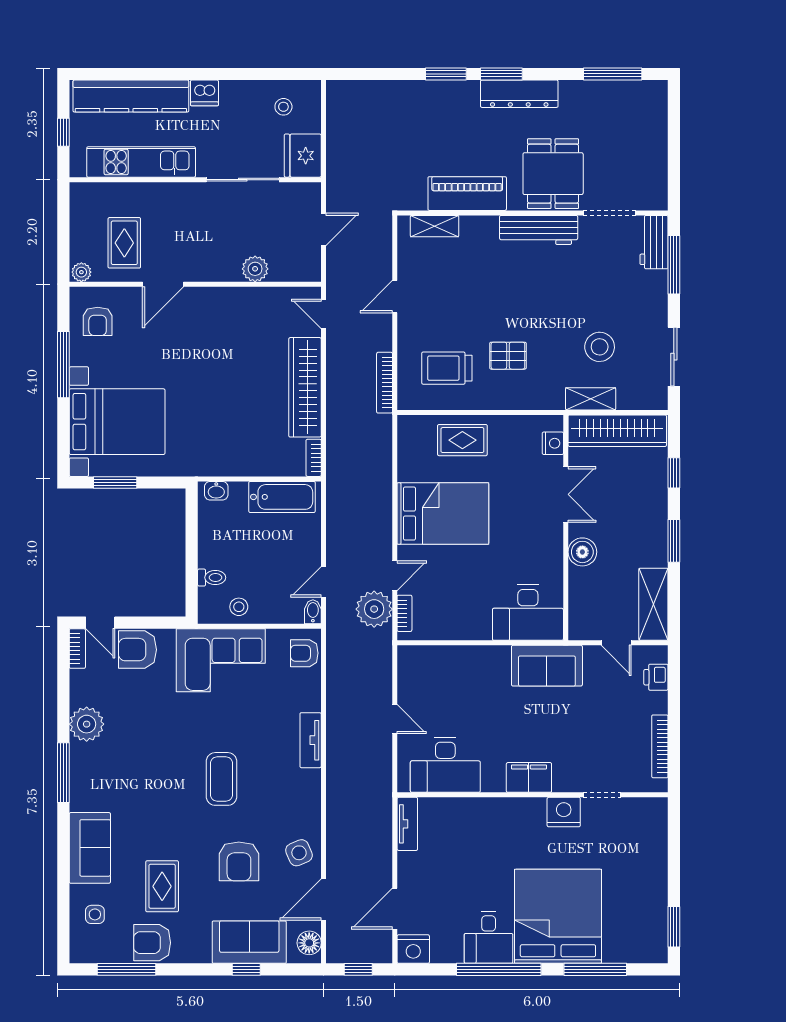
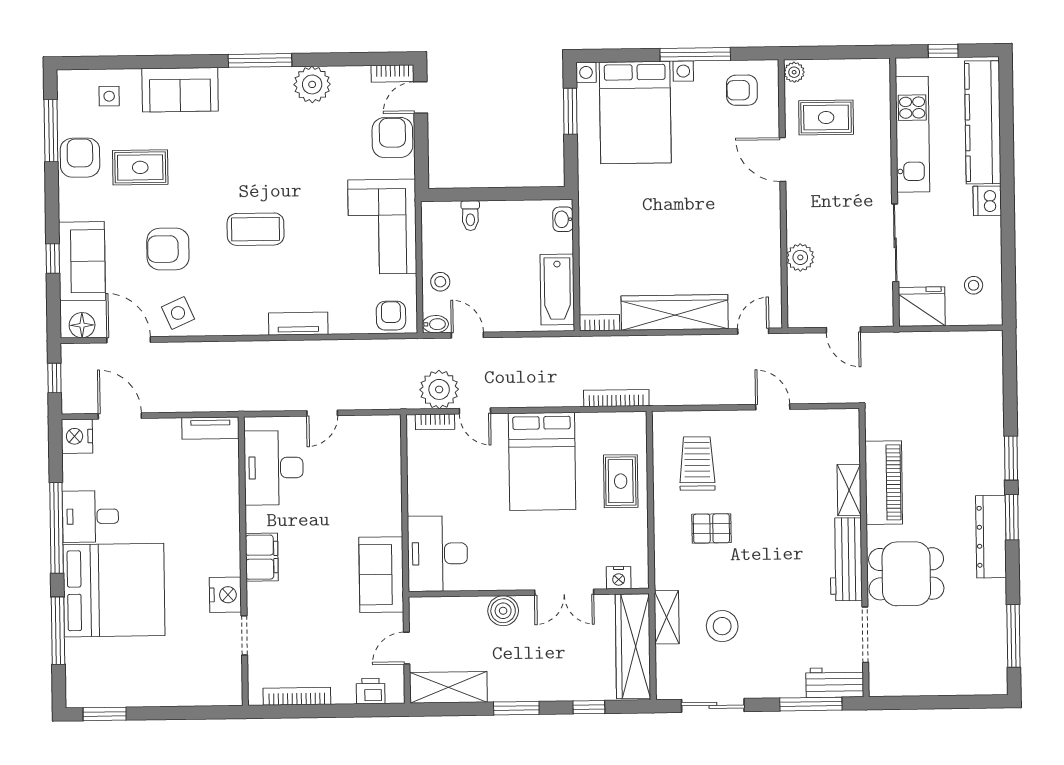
shelving: (435, 226) -> (849, 490), moved
pallet: (508, 356) -> (711, 528), turned 90
bookcase: (385, 383) -> (616, 398), moved
stool: (239, 607) -> (440, 282), moved

